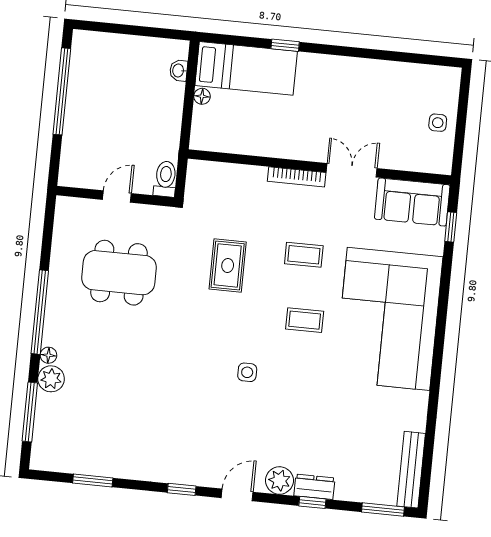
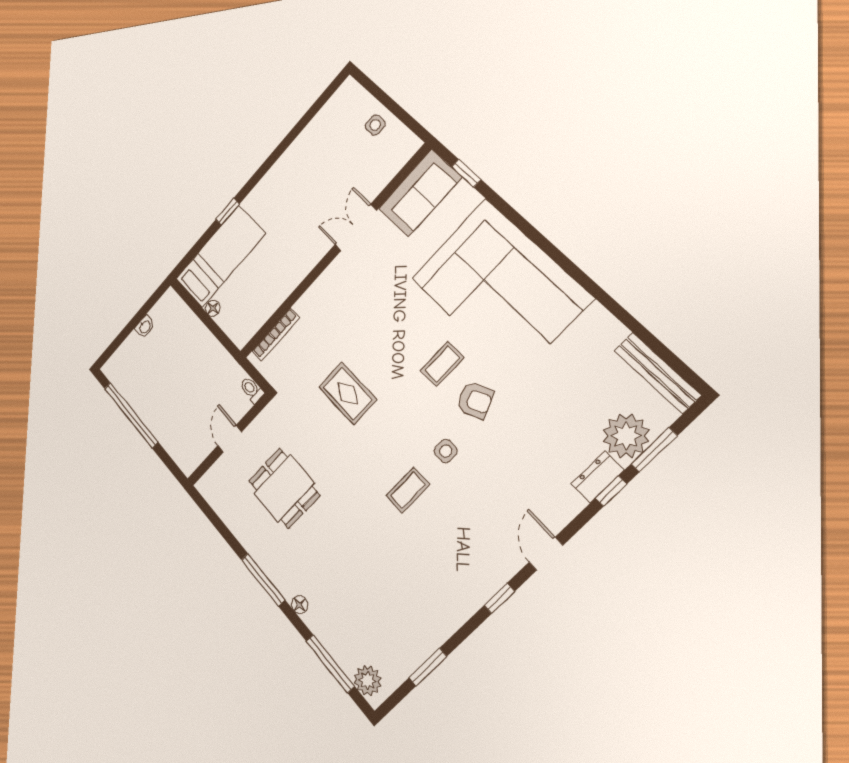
washbasin: (179, 70) -> (145, 327), moved, turned -90
bookcase: (297, 177) -> (276, 334), moved
toilet: (165, 179) -> (252, 390), width x0.73, depth x0.72
coffee table: (304, 255) -> (408, 490), moved
dining table: (119, 273) -> (284, 488), width x0.73
window: (40, 312) -> (263, 580), width x0.68
armchair: (298, 364) -> (475, 400), added
plant: (51, 379) -> (368, 681), moved
plant: (279, 481) -> (626, 436), moved, width x1.36, depth x1.36
window: (383, 509) -> (654, 450), moved

